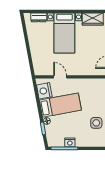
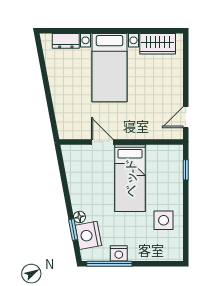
nightstand: (44, 91) -> (88, 235), moved
bed: (60, 105) -> (130, 178), moved, turned 101

